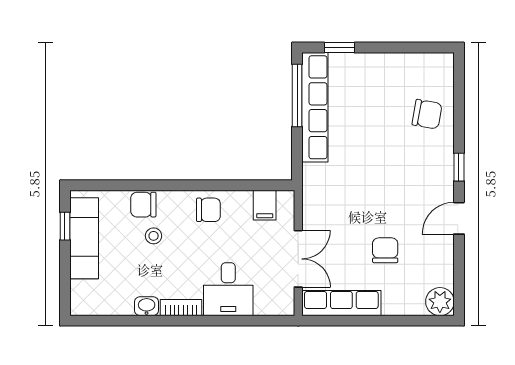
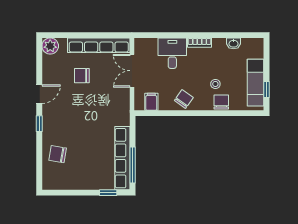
chair: (143, 205) -> (221, 102), turned -90
chair: (208, 210) -> (184, 99), turned 125
chair: (385, 250) -> (82, 76), turned 90
row of seats: (341, 303) -> (99, 45), width x1.36
washbasin: (147, 306) -> (234, 43), moved

